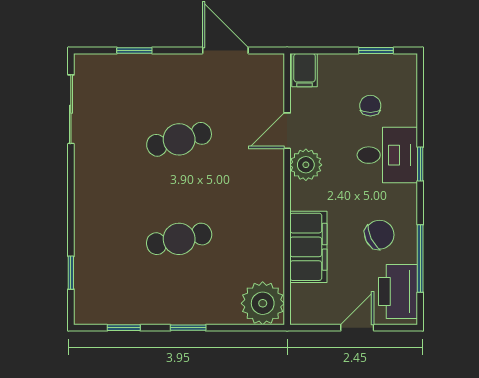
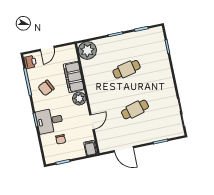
plant: (306, 165) -> (79, 99), moved
printer: (398, 291) -> (30, 62), width x0.53, depth x0.68

